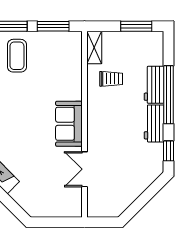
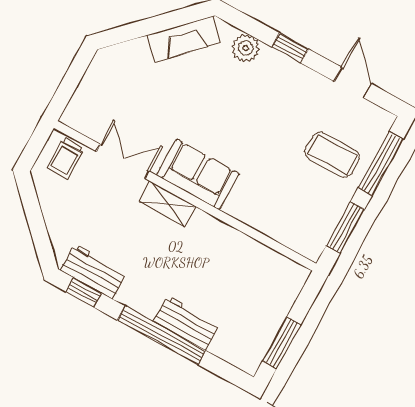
shelving: (94, 48) -> (168, 204), moved
trolley: (111, 79) -> (65, 158), moved
workbench: (154, 123) -> (94, 272), moved

